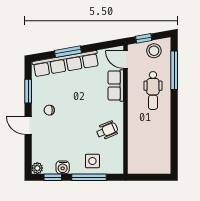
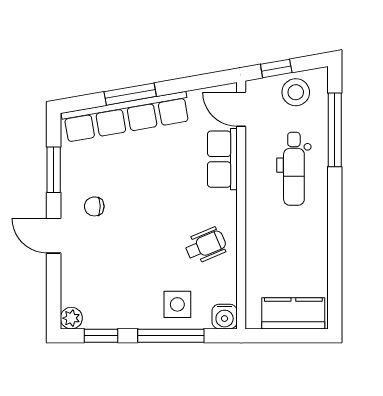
kitchen counter: (153, 166) -> (293, 313), added
water cooler: (63, 167) -> (225, 317), moved

